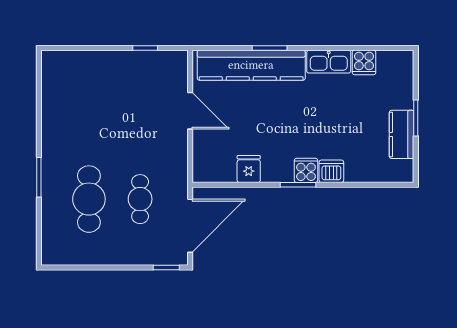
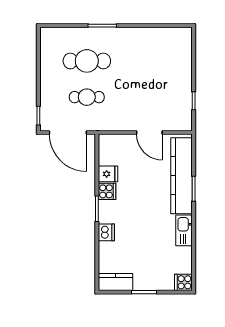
cooker: (364, 62) -> (183, 282), moved
door: (190, 111) -> (149, 132), hinge flipped
kitchen counter: (402, 134) -> (116, 282), moved
cooker: (306, 170) -> (107, 191), moved

